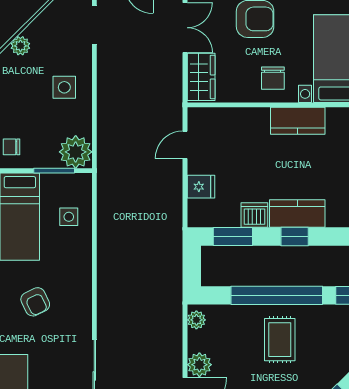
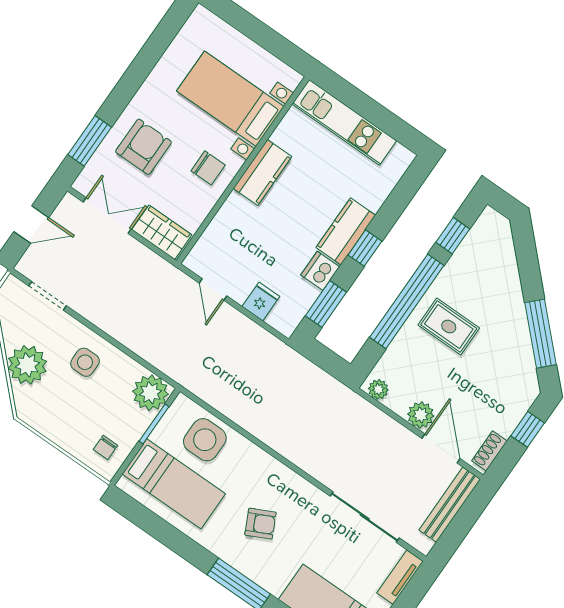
plant: (20, 46) -> (27, 365), width x1.88, depth x1.88
side table: (69, 217) -> (205, 440), width x1.87, depth x1.87

